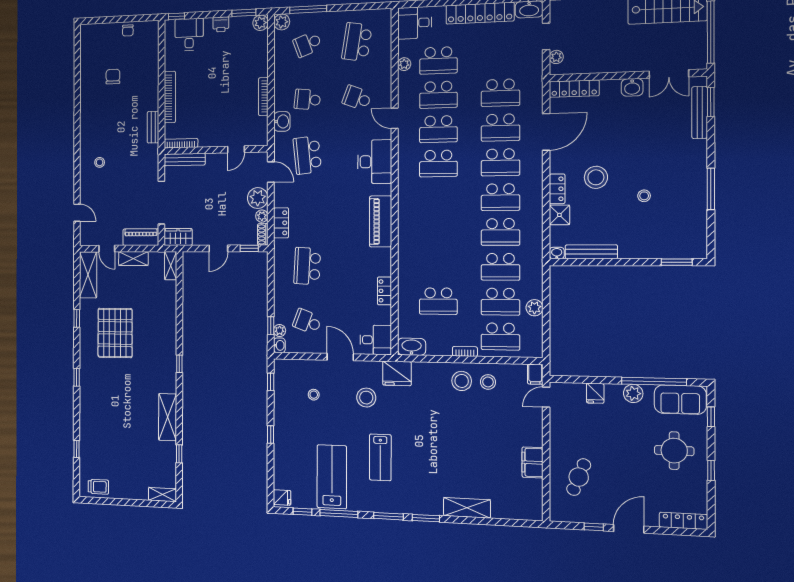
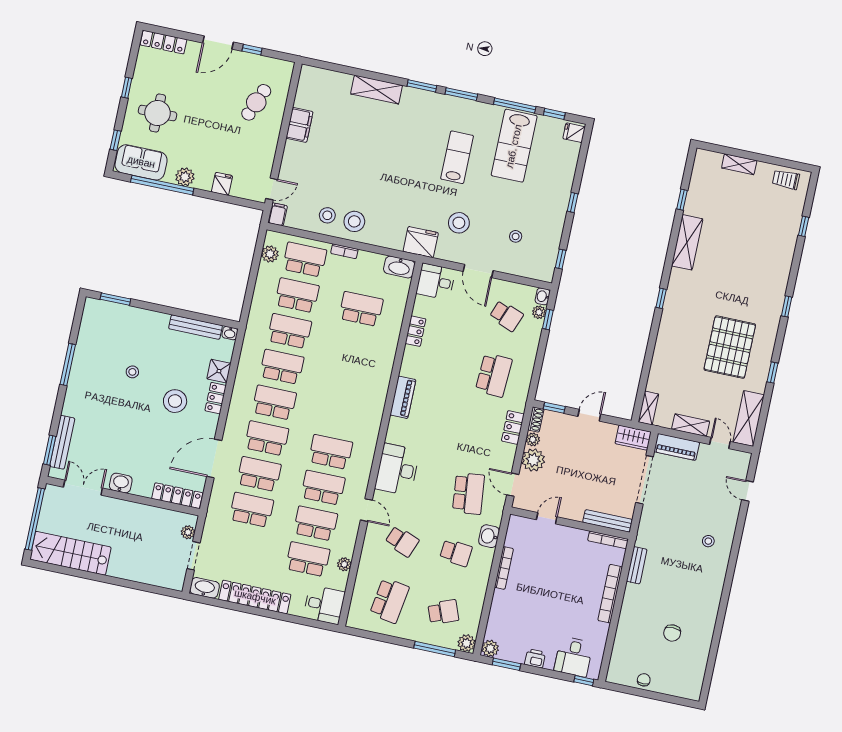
piano: (381, 221) -> (403, 397), width x0.73, depth x0.75
plant: (534, 308) -> (270, 254), moved
shelving: (162, 495) -> (739, 164), moved

